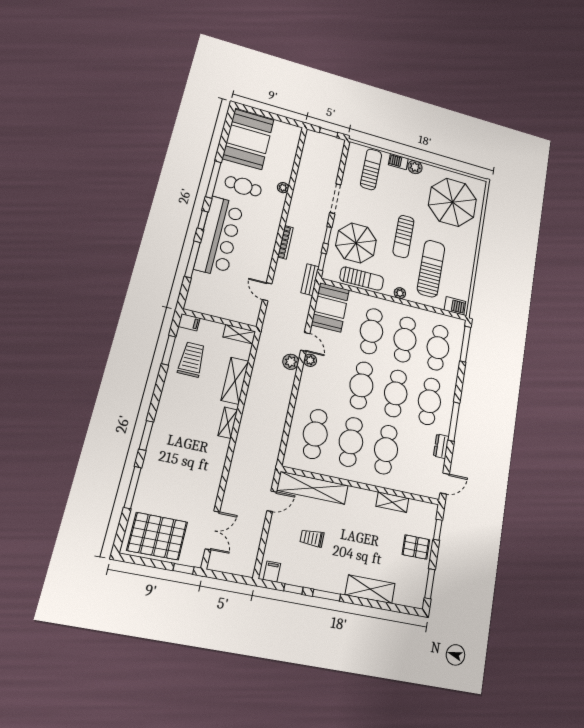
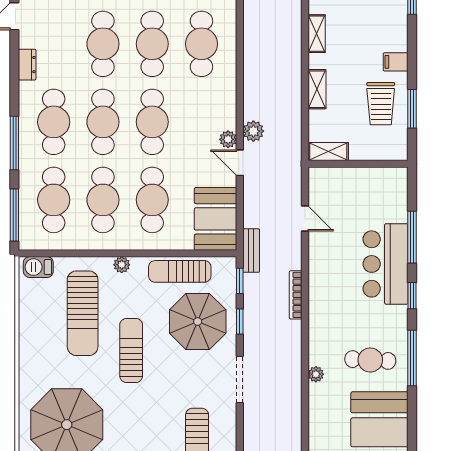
bar counter: (219, 236) -> (386, 264), width x0.73
filing cabinet: (189, 322) -> (396, 62), moved
shelving: (235, 381) -> (317, 89), width x0.67, depth x0.75
window: (454, 422) -> (14, 143), moved

